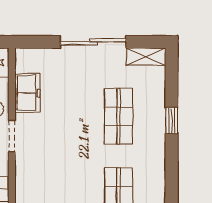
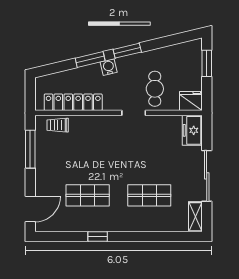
freezer: (28, 93) -> (192, 130), moved, turned 90
window: (172, 121) -> (98, 237), moved

